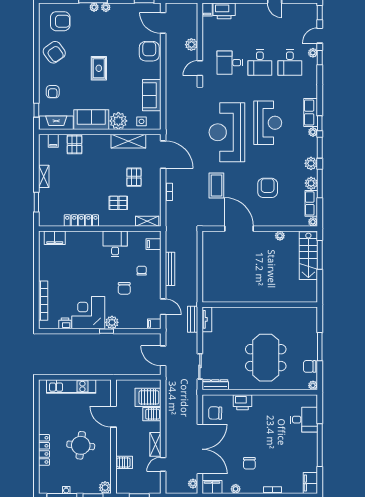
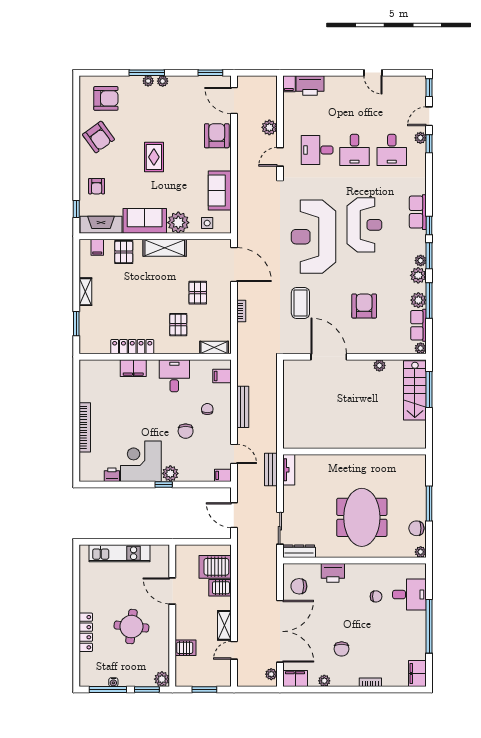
plant: (313, 132) -> (421, 261), moved
shelving: (128, 141) -> (165, 248), moved
pallet: (118, 203) -> (178, 325), turned 90
filing cabinet: (55, 238) -> (133, 368), moved
bookcase: (43, 301) -> (85, 427), moved
chair: (277, 421) -> (376, 596), added

